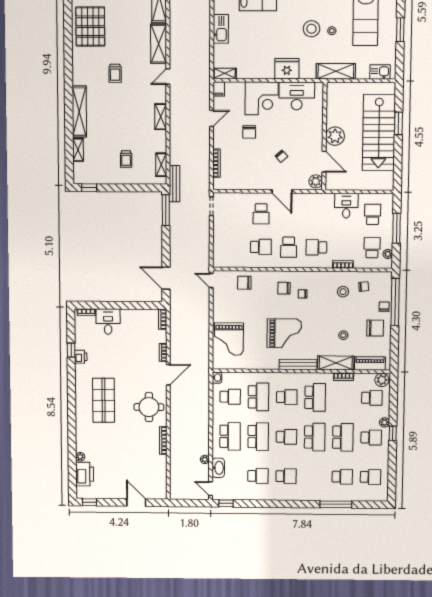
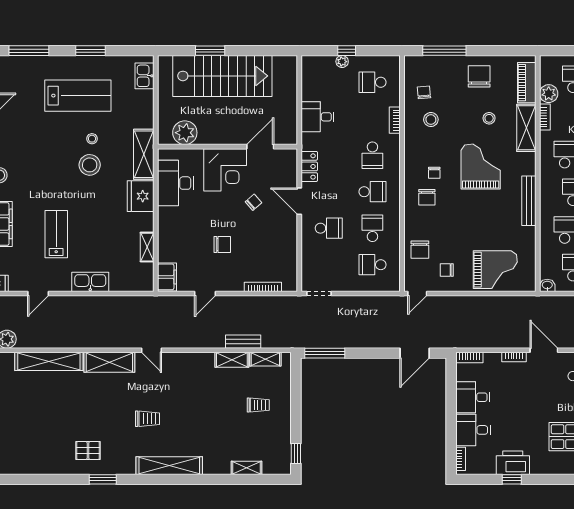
pallet: (90, 27) -> (88, 450), width x0.49, depth x0.50
window: (68, 38) -> (103, 479), added
shelving: (336, 71) -> (144, 154), moved
shelving: (225, 73) -> (147, 247), moved
filing cabinet: (219, 89) -> (167, 277), width x2.00
corner desk: (262, 98) -> (225, 170), moved, turned 90
shelving: (79, 112) -> (169, 466), moved
shelving: (161, 117) -> (232, 360), moved
door: (212, 118) -> (205, 293), swing flipped
plant: (335, 136) -> (185, 133), moved
plant: (316, 181) -> (286, 157), removed
bench: (175, 184) -> (243, 342), moved, width x0.73
door: (282, 191) -> (299, 201), swing flipped
locker: (308, 199) -> (309, 166), added
school desk: (373, 214) -> (372, 265), moved
window: (397, 228) -> (347, 51), width x0.46
plant: (388, 254) -> (342, 62), moved
window: (395, 302) -> (444, 51), width x0.68
chair: (384, 307) -> (447, 270), moved
desk: (133, 322) -> (473, 397), added
grand piano: (284, 333) -> (481, 167), moved
printer: (81, 357) -> (513, 463), width x1.87, depth x1.48
bench: (298, 365) -> (529, 201), moved
plant: (382, 380) -> (549, 94), moved

